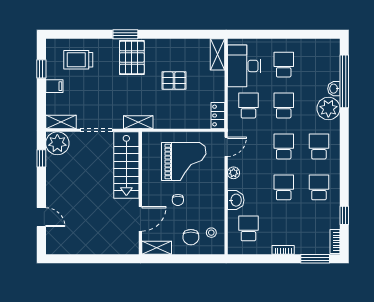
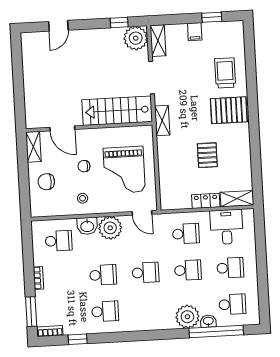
window: (125, 34) -> (253, 102), removed
trolley: (78, 60) -> (225, 73), moved
desk: (244, 66) -> (227, 227), width x0.73
locker: (218, 116) -> (206, 201), moved
school desk: (319, 146) -> (232, 304), moved
plant: (234, 173) -> (110, 228), width x1.87, depth x1.87
stool: (211, 233) -> (83, 198), moved

